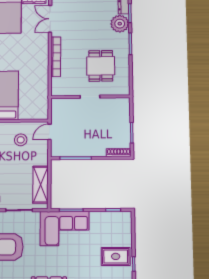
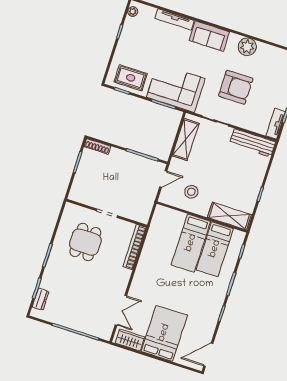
plant: (120, 24) -> (51, 281), removed
bookcase: (56, 57) -> (135, 247), moved
door: (50, 132) -> (163, 179), moved
rug: (116, 256) -> (131, 78), moved

